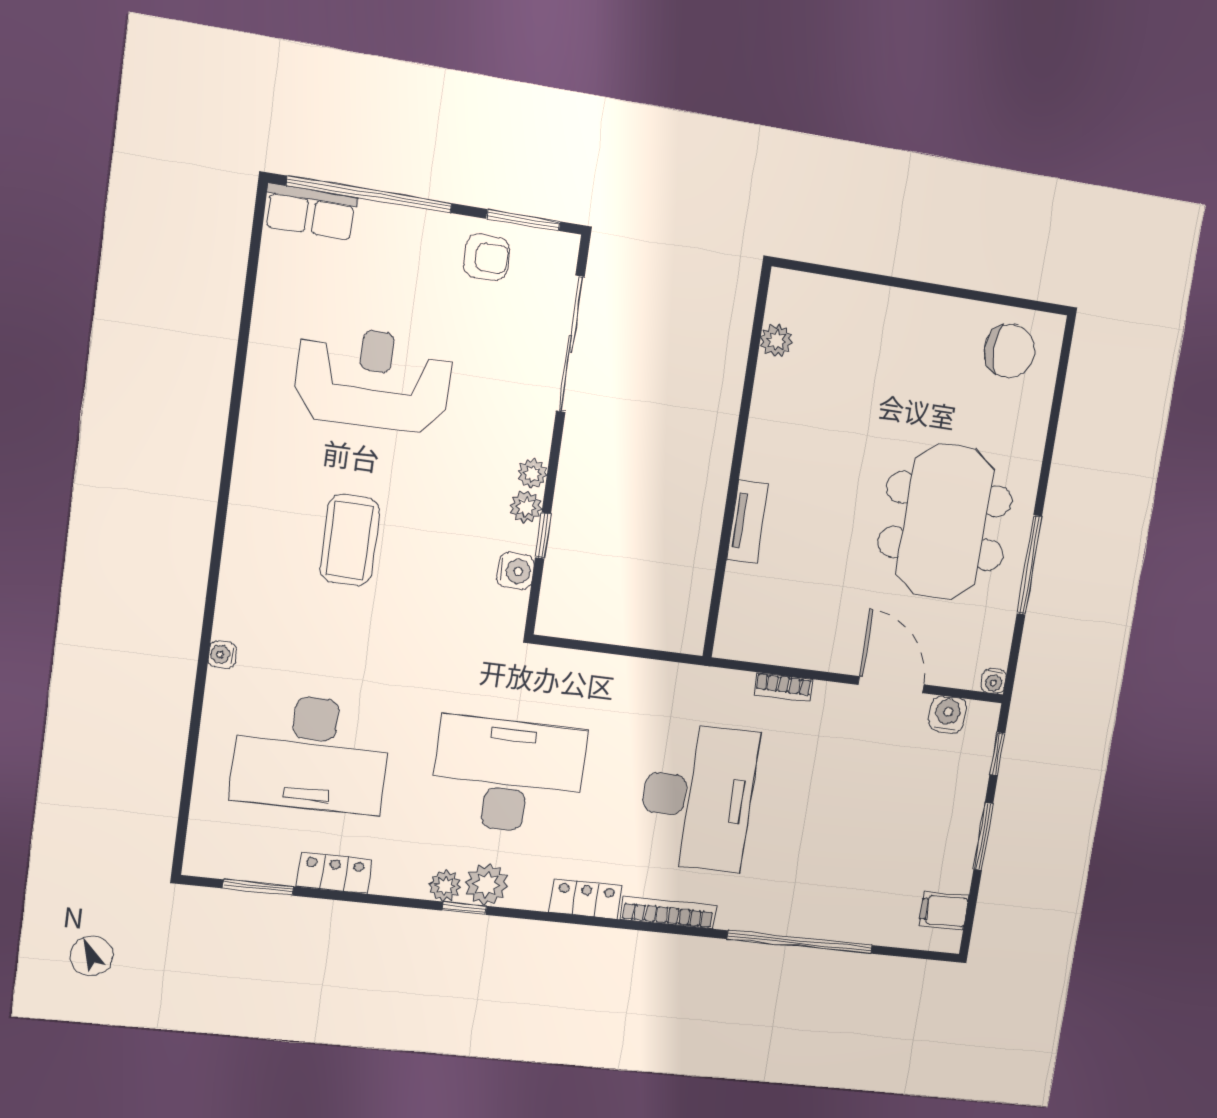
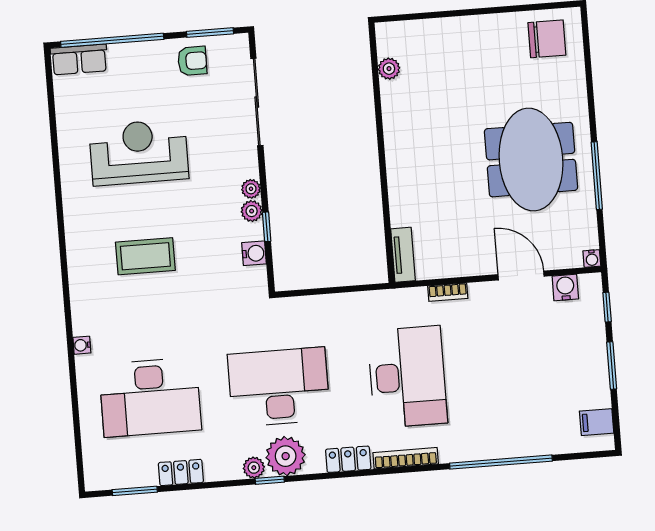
tv unit: (747, 522) -> (403, 255), moved
coffee table: (350, 540) -> (145, 256), turned 90
plant: (487, 885) -> (286, 456), width x1.36, depth x1.36

